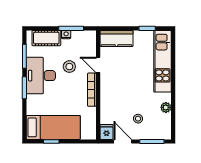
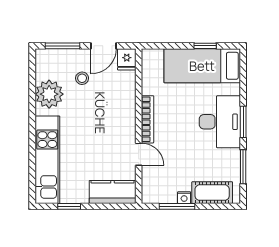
stool: (69, 67) -> (179, 152), removed
desk: (41, 76) -> (220, 122), moved
plant: (166, 107) -> (49, 94), width x1.87, depth x1.87
door: (123, 142) -> (104, 46), hinge flipped

